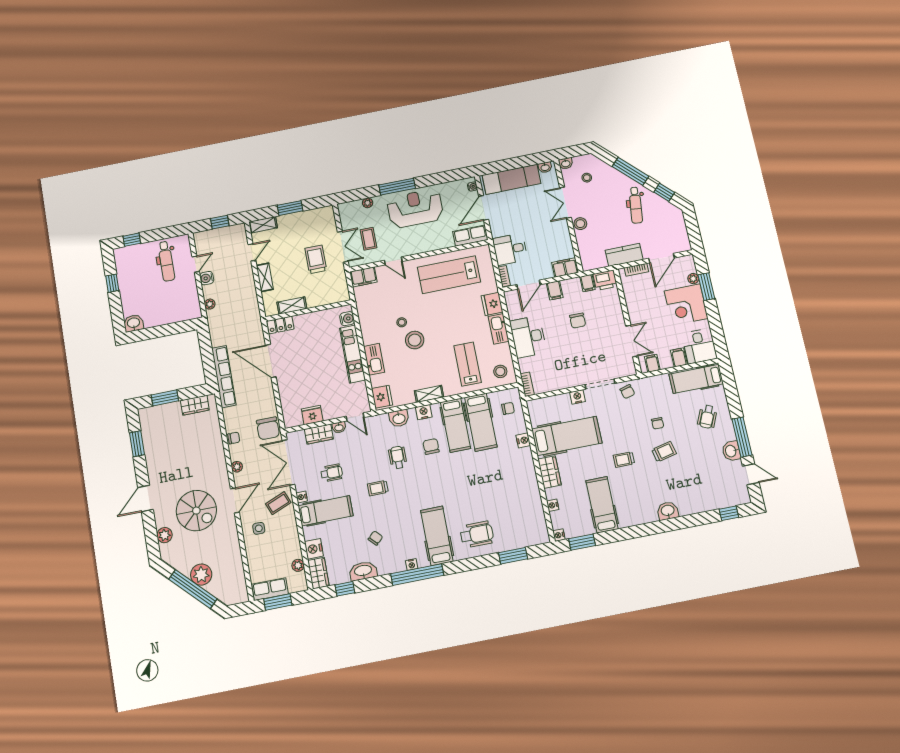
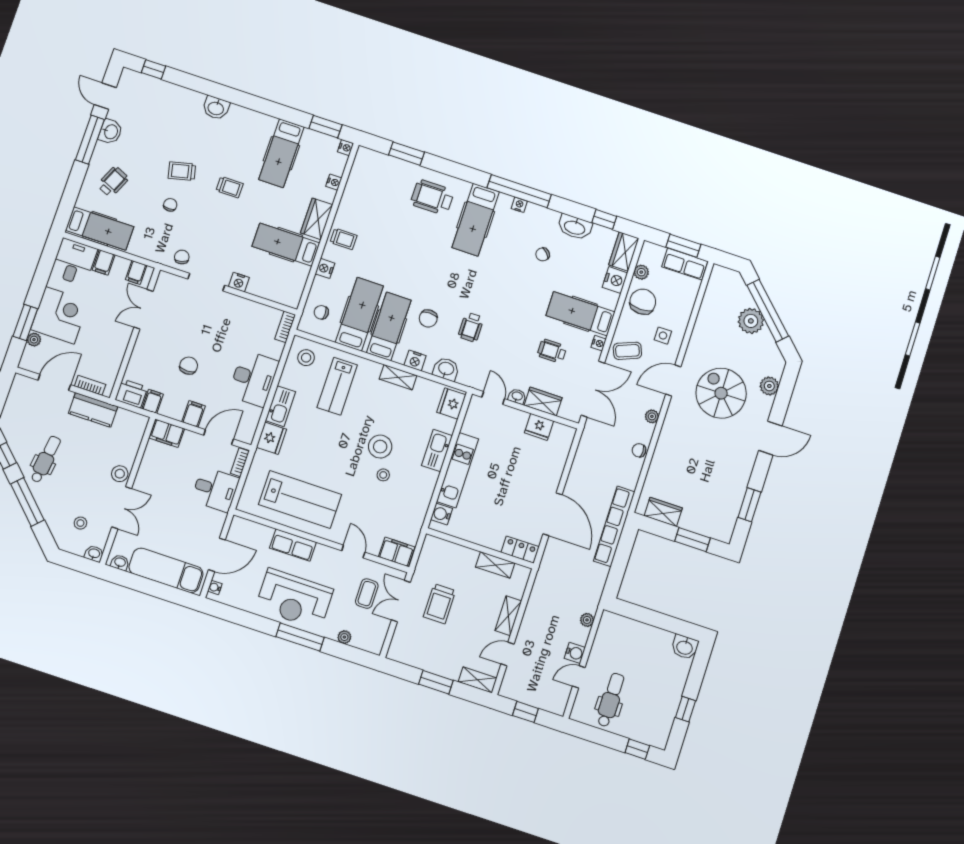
row of seats: (470, 236) -> (293, 545), moved
chair: (268, 428) -> (643, 302), moved
hospital bed: (567, 436) -> (286, 245), width x0.73, depth x0.78
trolley: (378, 488) -> (343, 239), moved

